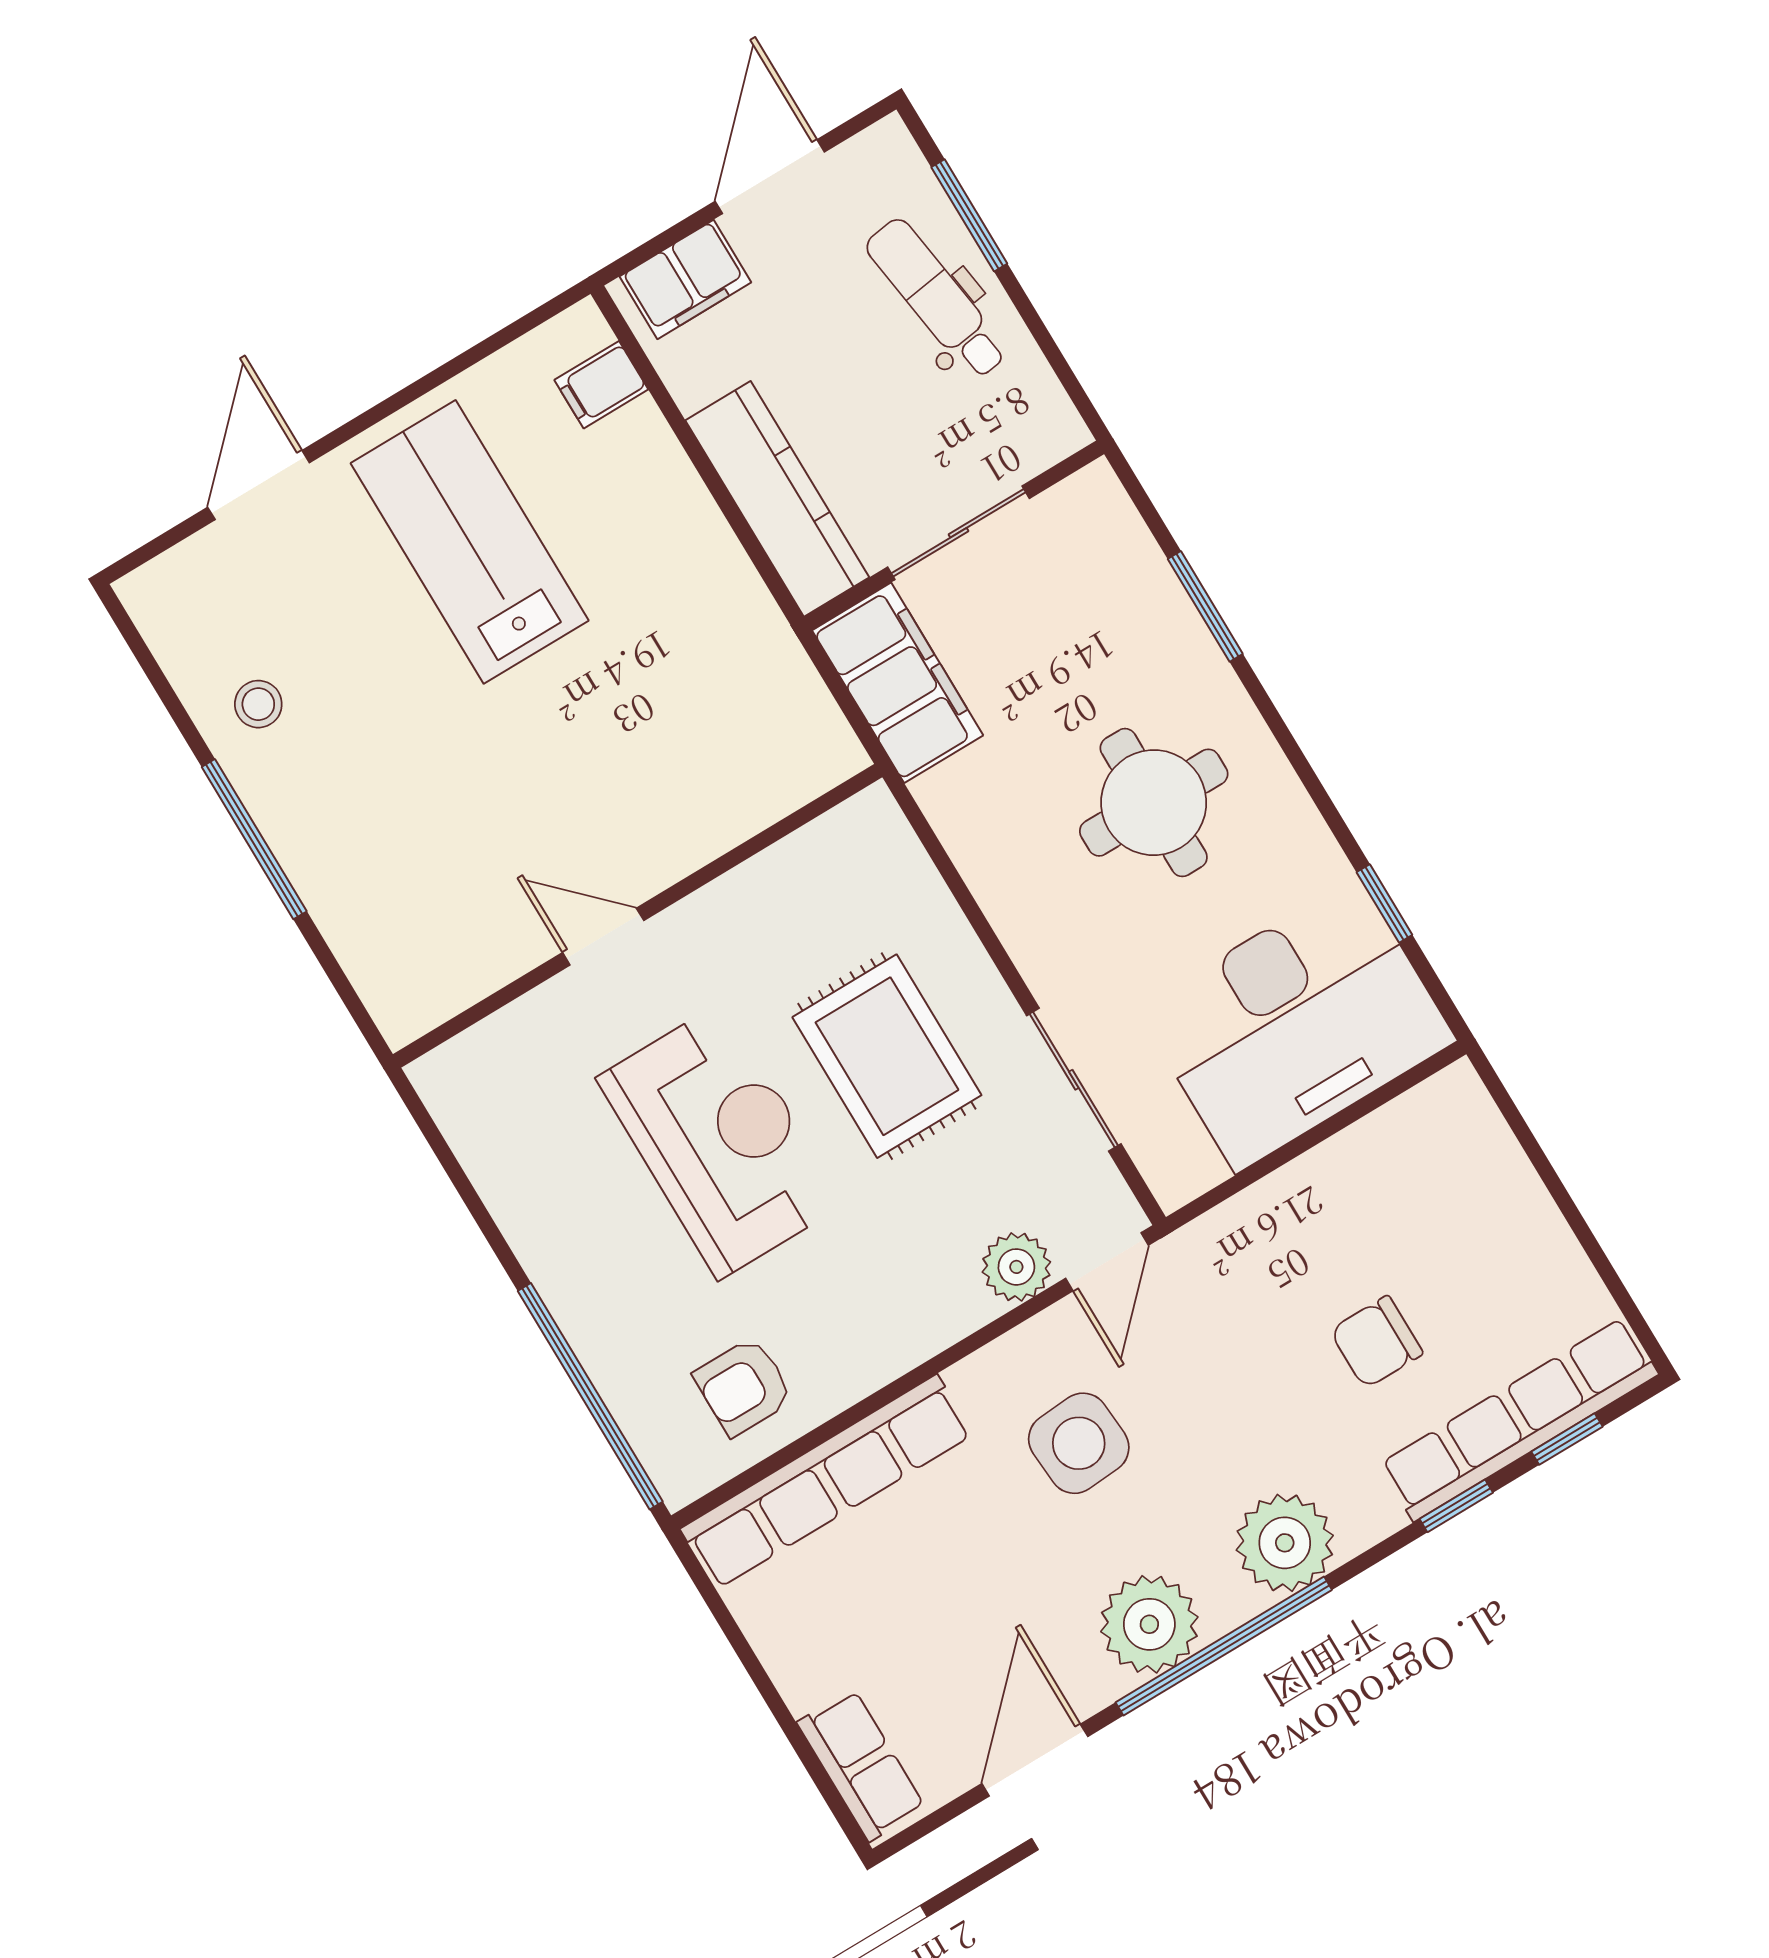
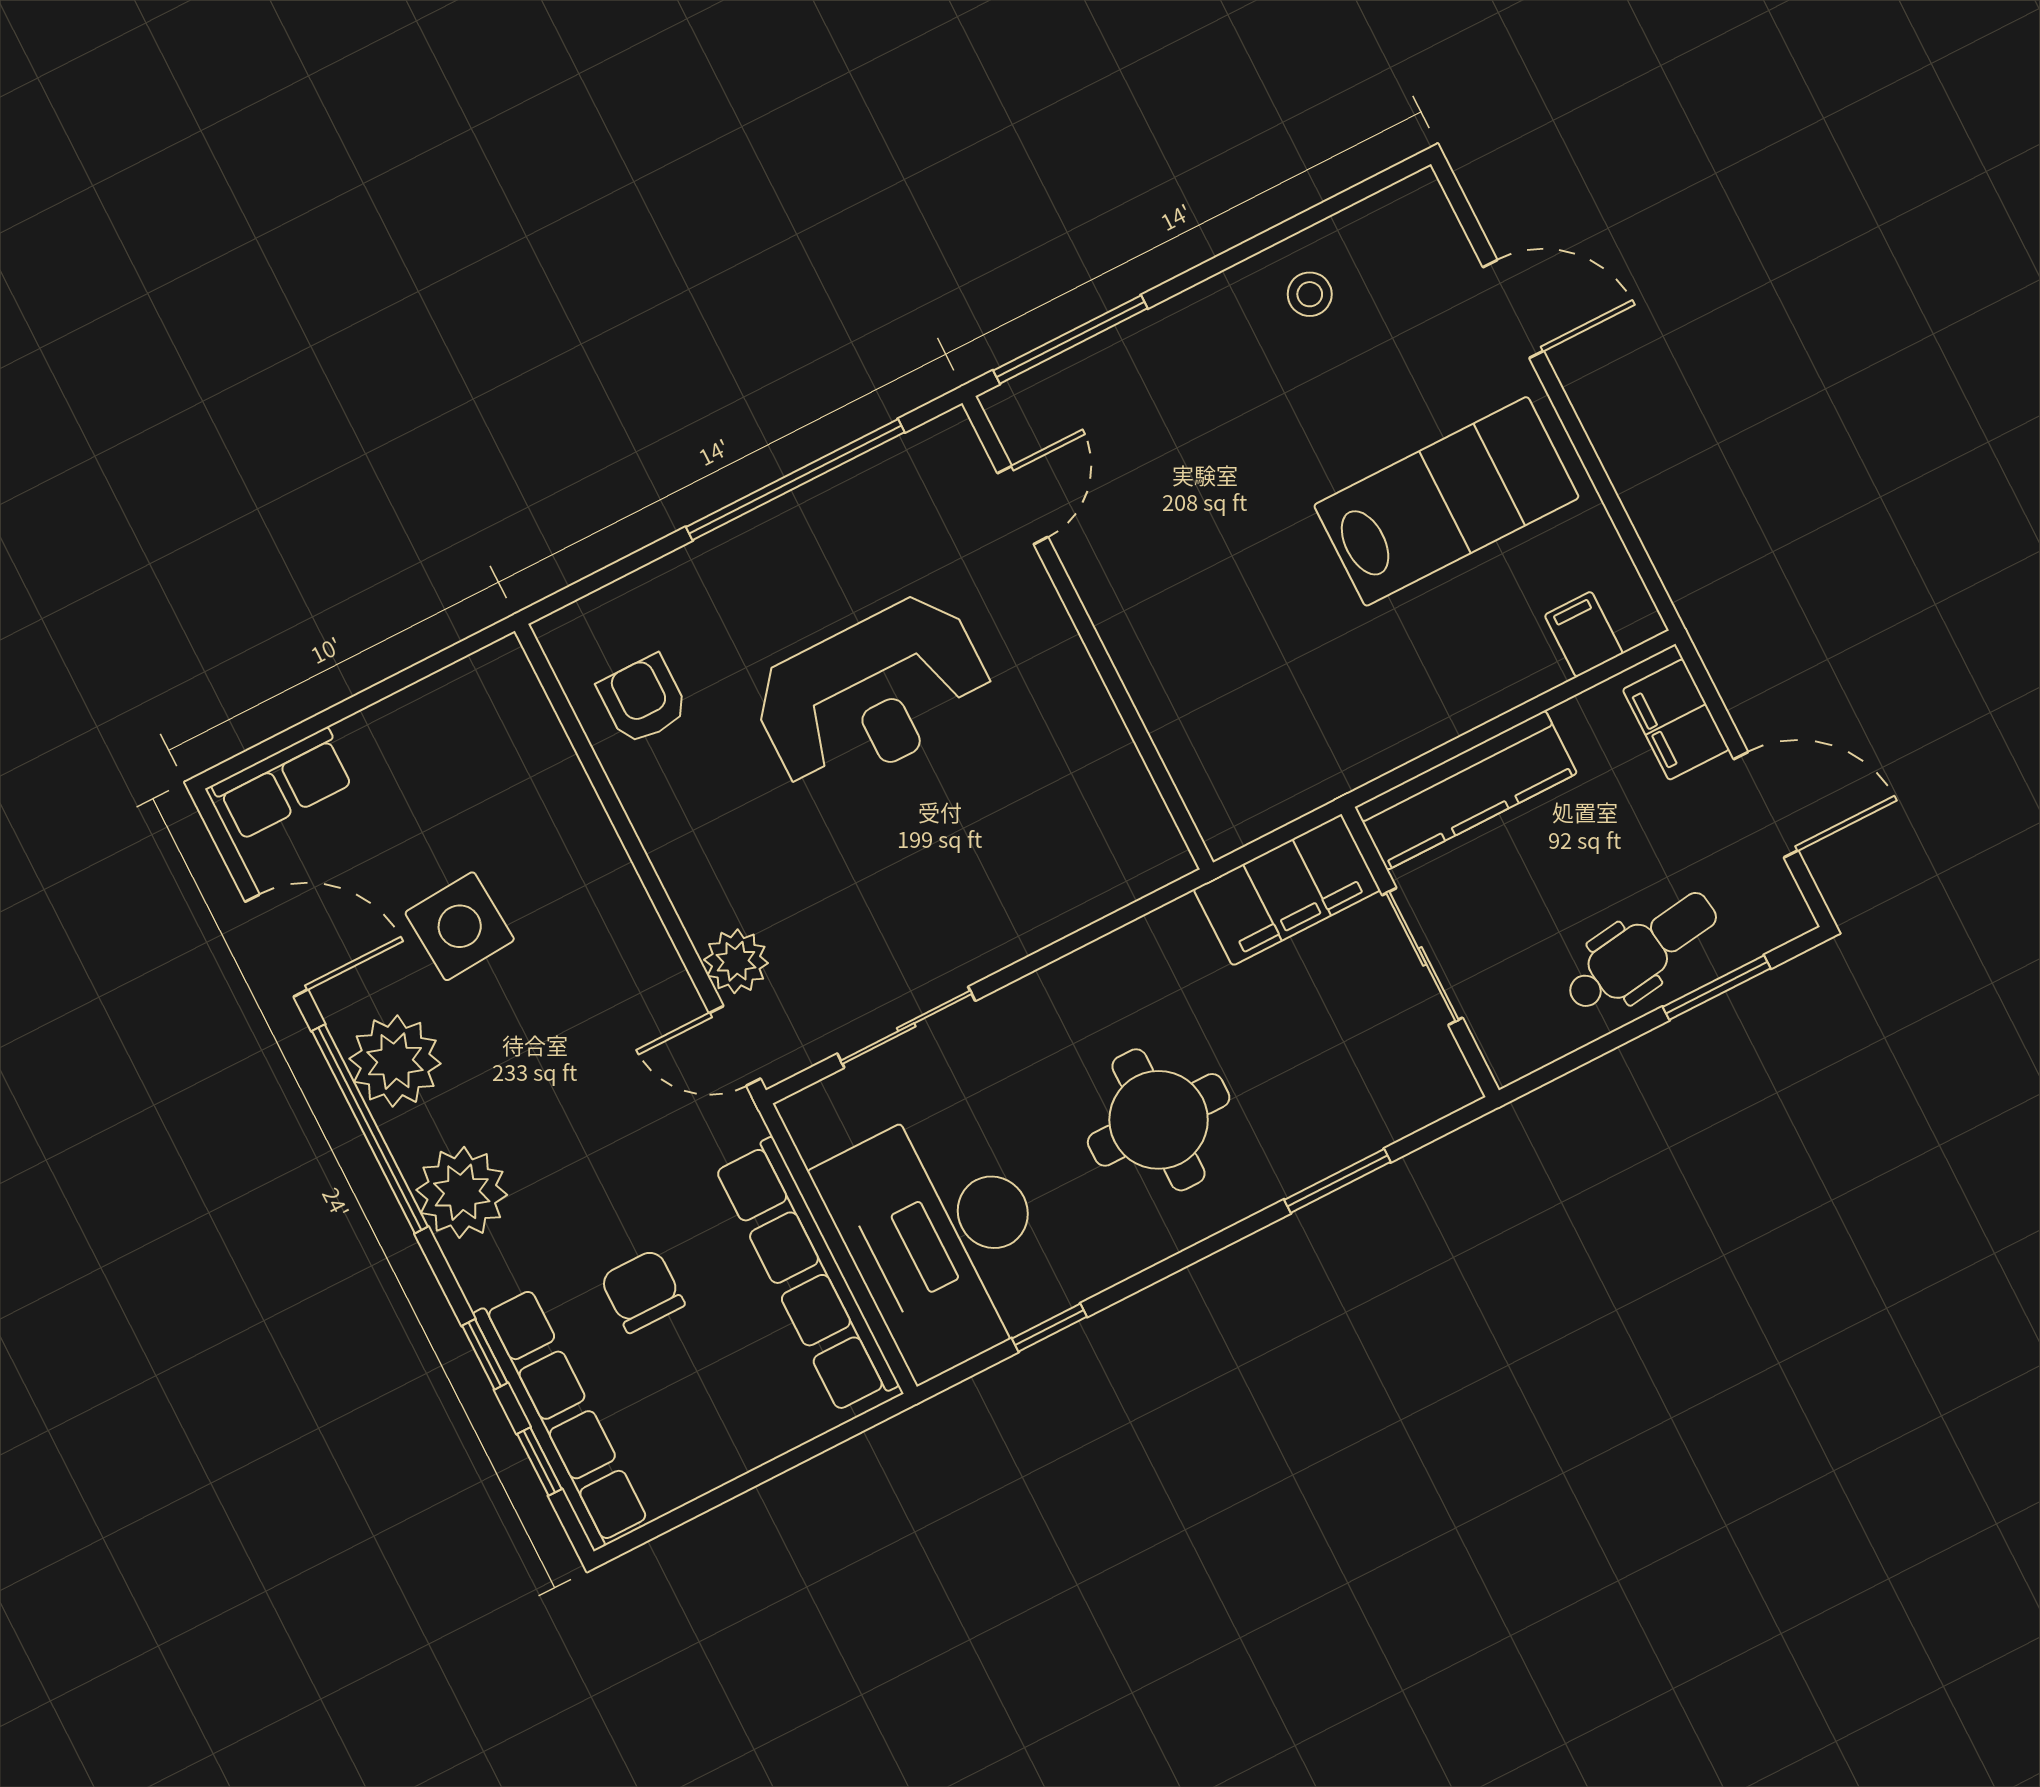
window: (254, 839) -> (1070, 339), moved
door: (603, 937) -> (1023, 505), moved
rug: (887, 1056) -> (941, 855), removed
window: (590, 1396) -> (795, 480), moved
side table: (1079, 1443) -> (460, 926), moved
row of seats: (827, 1482) -> (806, 1276), moved

